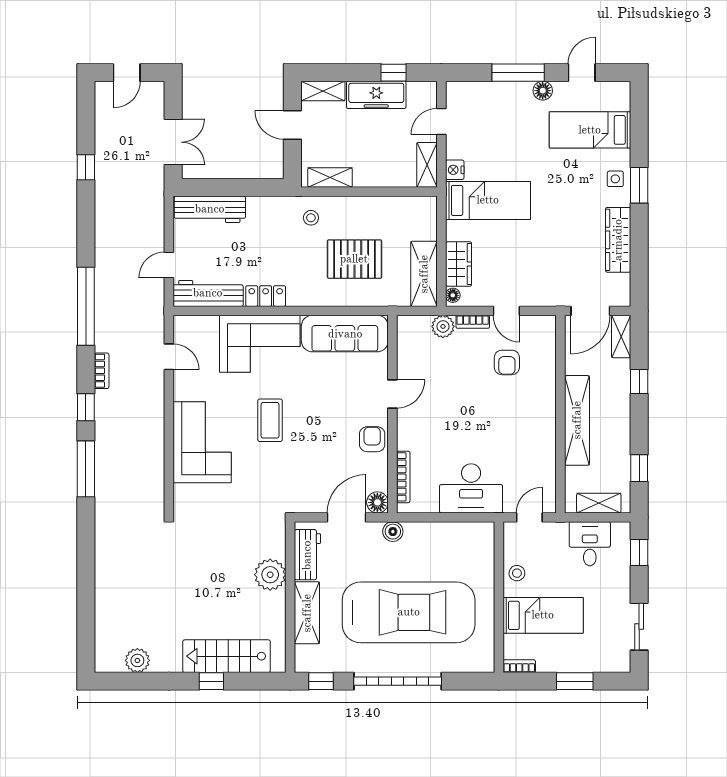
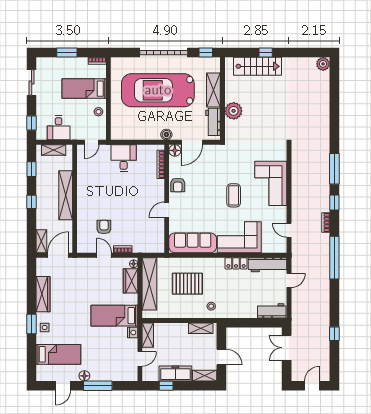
workbench: (210, 209) -> (272, 311), width x0.73
shelving: (424, 274) -> (149, 284), width x1.47
plant: (443, 326) -> (139, 247), removed
window: (639, 382) -> (32, 202), moved
desk: (471, 488) -> (124, 158), width x0.73
plant: (137, 660) -> (323, 64), moved

